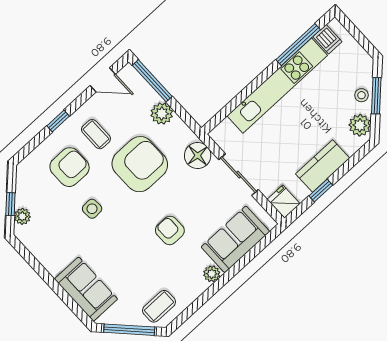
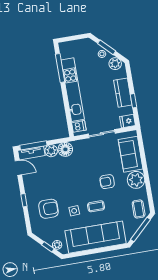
dishwasher: (327, 39) -> (79, 126), moved
door: (103, 80) -> (18, 168), hinge flipped
tv unit: (138, 85) -> (31, 153), added
coffee table: (96, 134) -> (96, 206), moved
floor lamp: (198, 156) -> (65, 149), moved
armchair: (140, 164) -> (68, 176), removed
armchair: (70, 167) -> (48, 209), turned 90
plant: (212, 274) -> (136, 180), width x1.87, depth x1.87
sofa: (86, 289) -> (96, 237), width x1.85, depth x1.27

